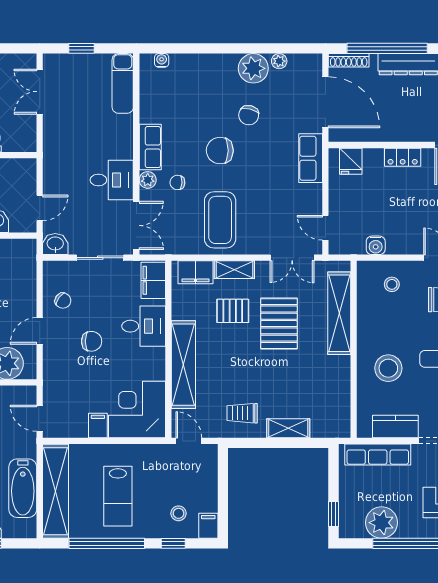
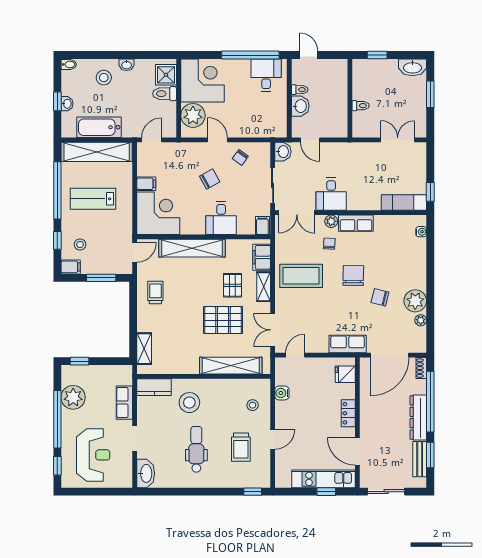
window: (82, 48) -> (430, 192), moved
shoe rack: (349, 60) -> (421, 368), width x0.70
filing cabinet: (153, 280) -> (262, 225), width x0.50
chair: (92, 341) -> (210, 179), turned -119
kitchen counter: (395, 426) -> (154, 387), moved, turned 90
shelving: (288, 428) -> (144, 349), moved
row of seats: (378, 455) -> (124, 403), width x0.68
window: (223, 485) -> (101, 278), added

